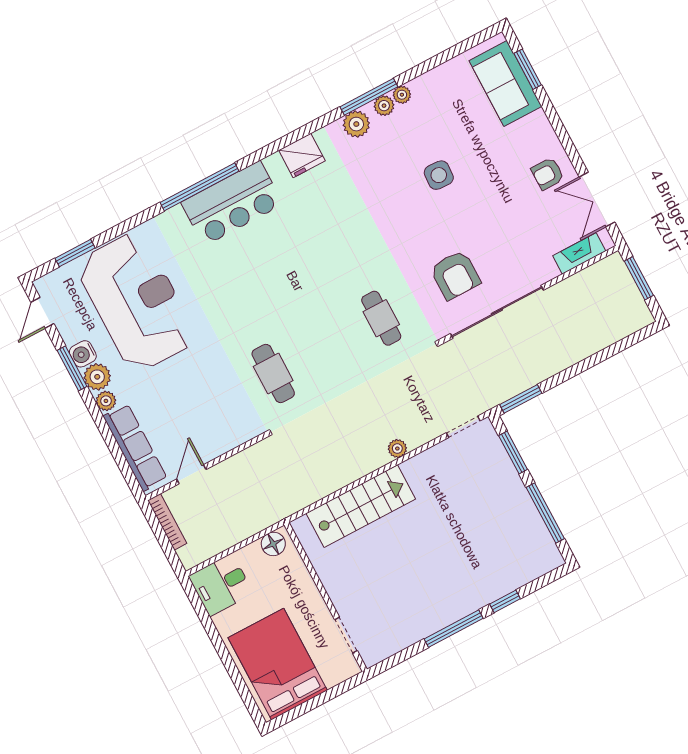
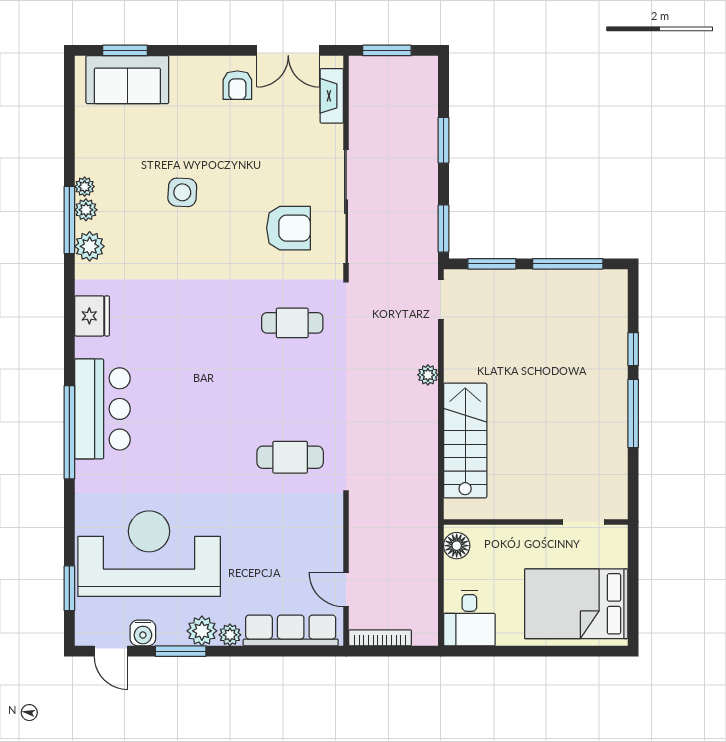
water cooler: (83, 354) -> (143, 633), moved
window: (591, 361) -> (444, 140), added

